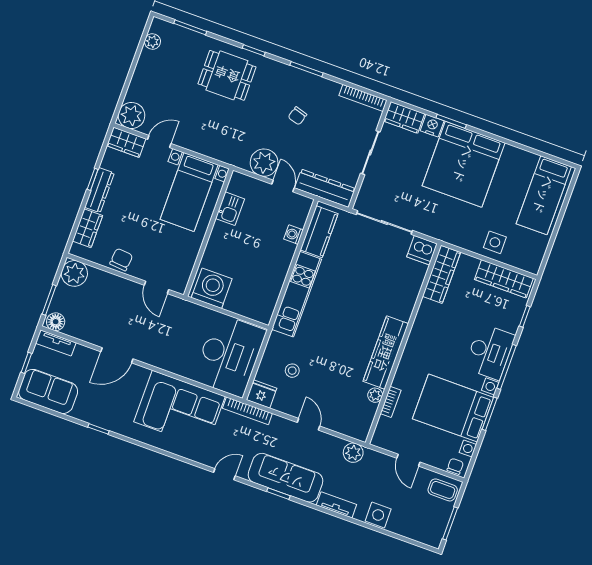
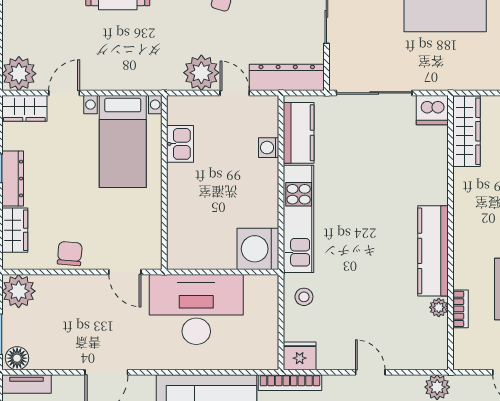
washing machine: (212, 288) -> (258, 249), moved, turned -90
desk: (229, 355) -> (196, 309), moved, turned -90
stool: (292, 371) -> (304, 297), moved

